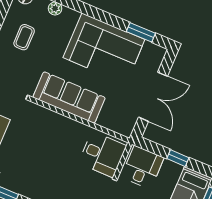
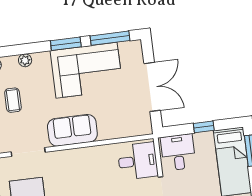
window: (99, 15) -> (66, 44), added
window: (141, 32) -> (110, 38), width x1.44
sofa: (69, 98) -> (72, 130), width x0.73

